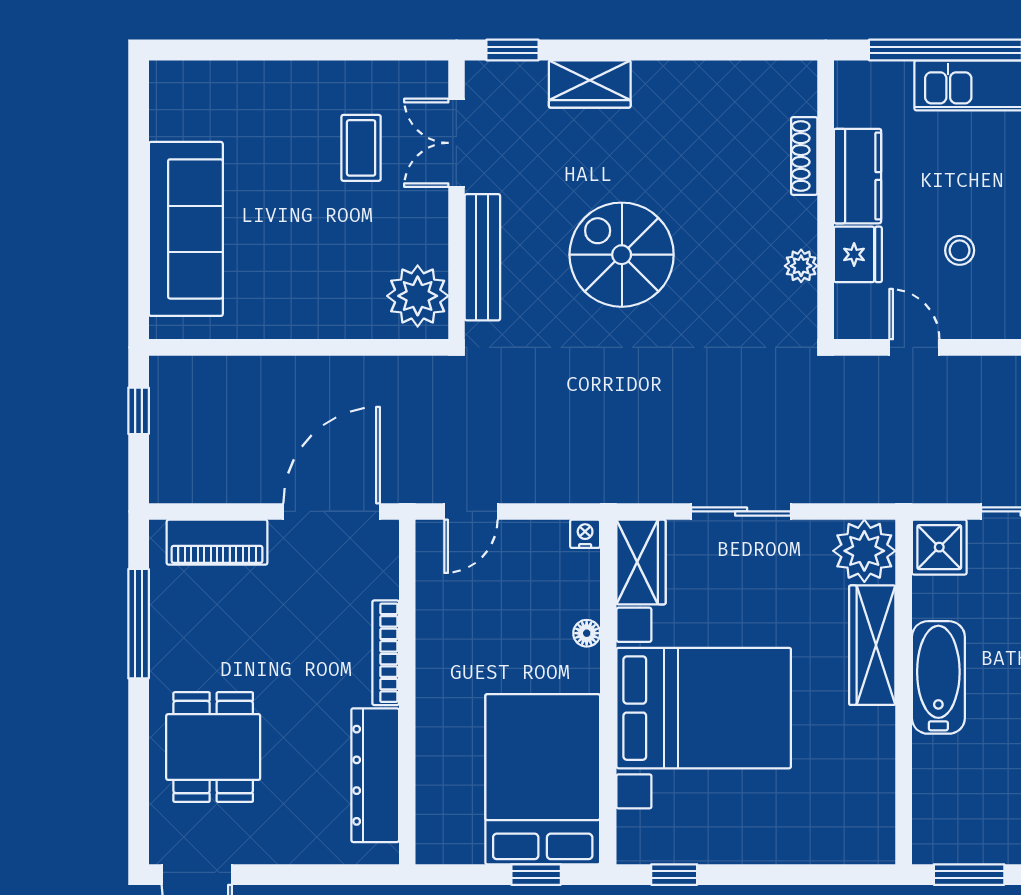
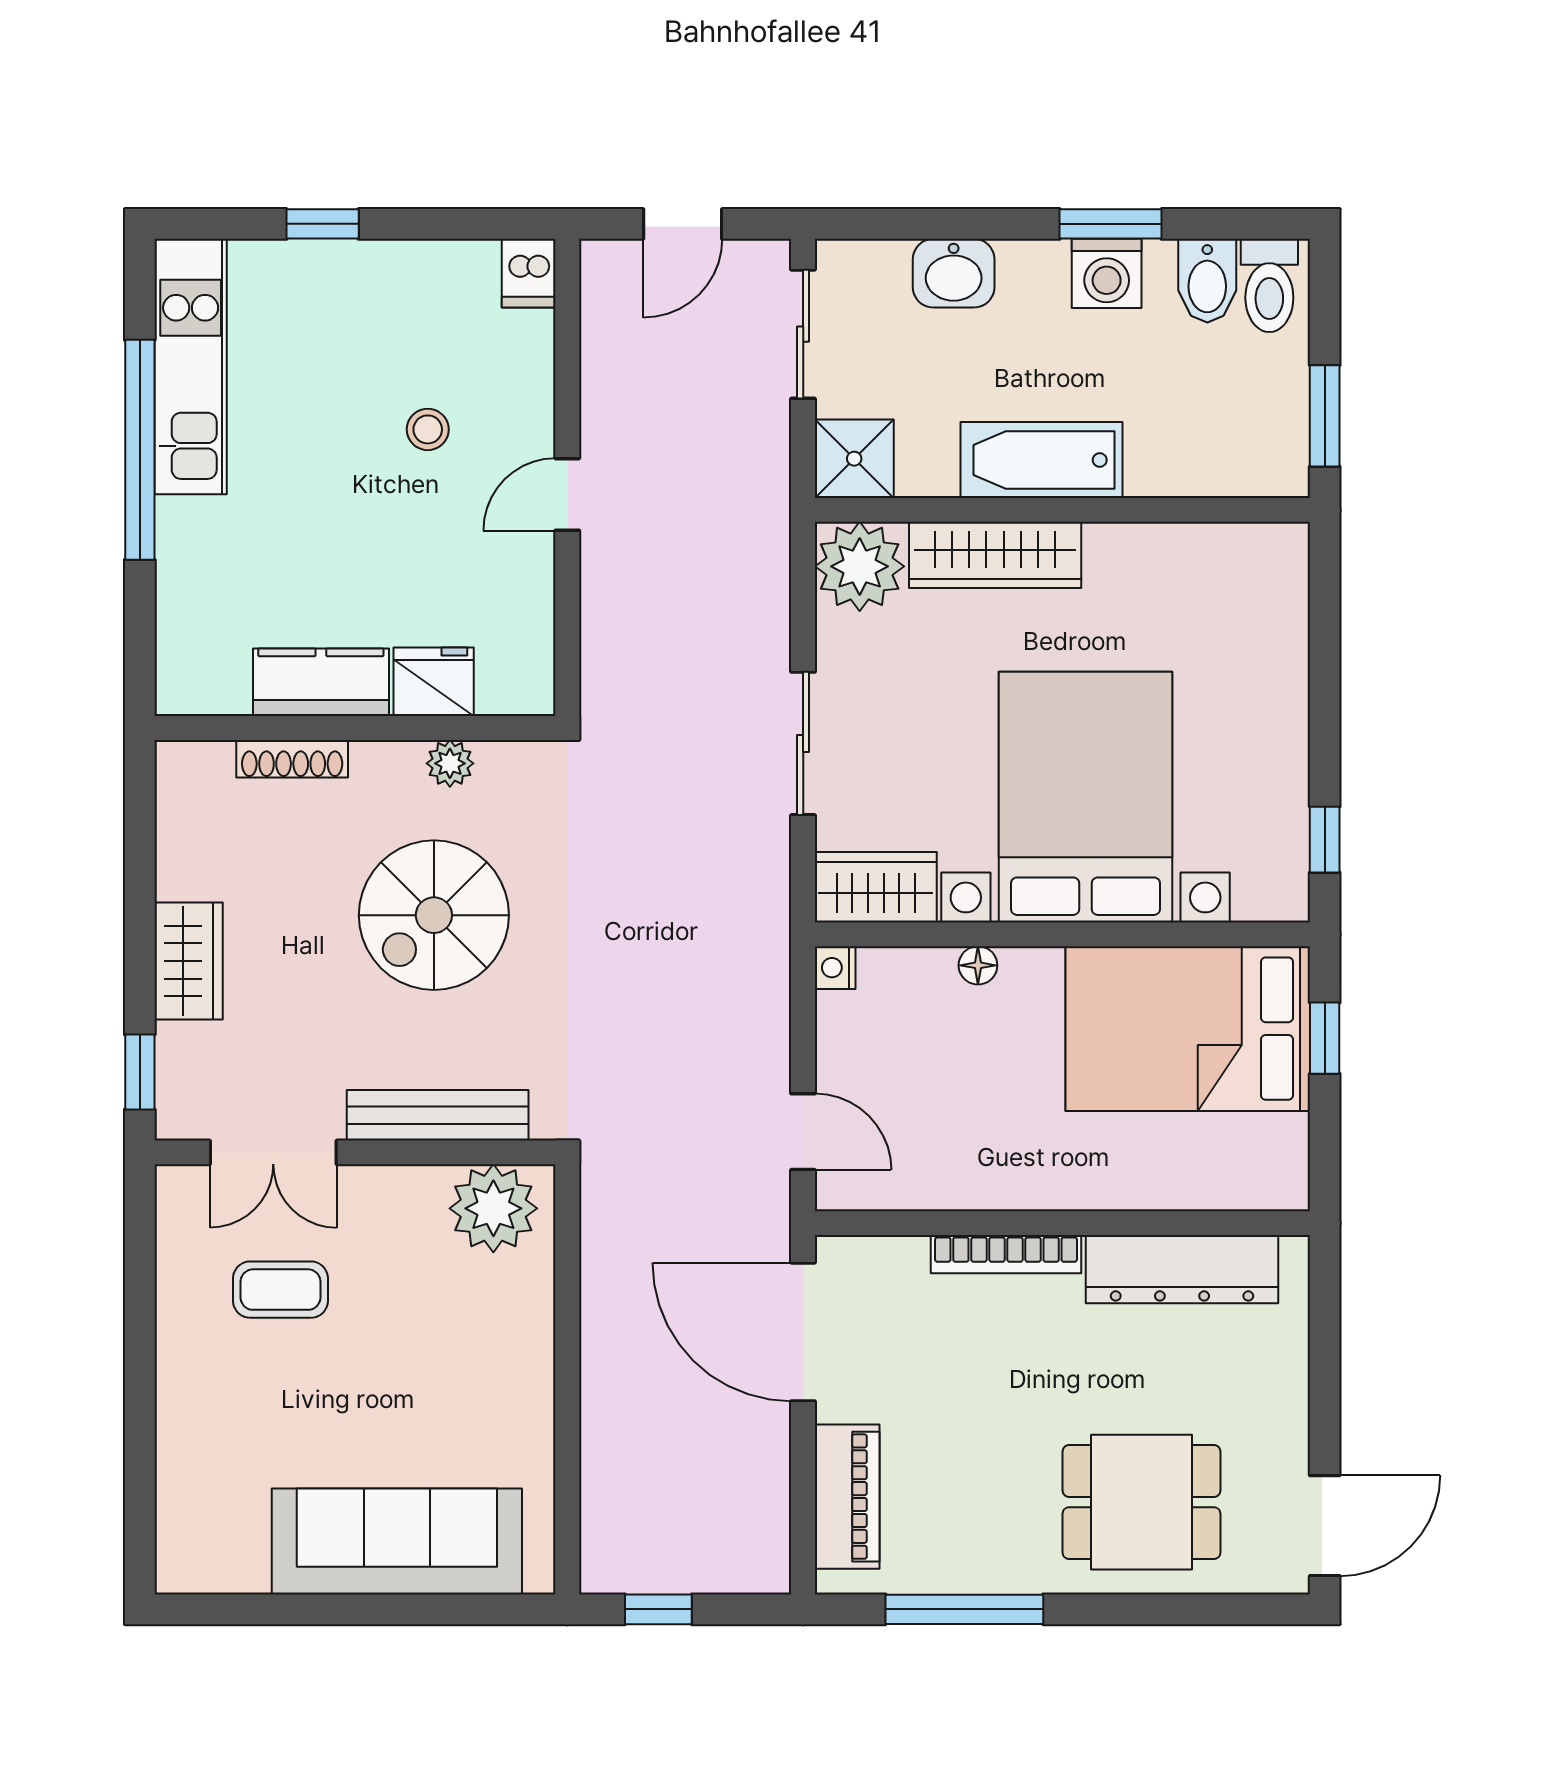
shoe rack: (804, 156) -> (292, 759), moved
kitchen counter: (858, 176) -> (321, 682), moved
wall: (826, 200) -> (355, 728), moved
fridge: (858, 254) -> (434, 682), moved
plant: (801, 266) -> (450, 763), moved

